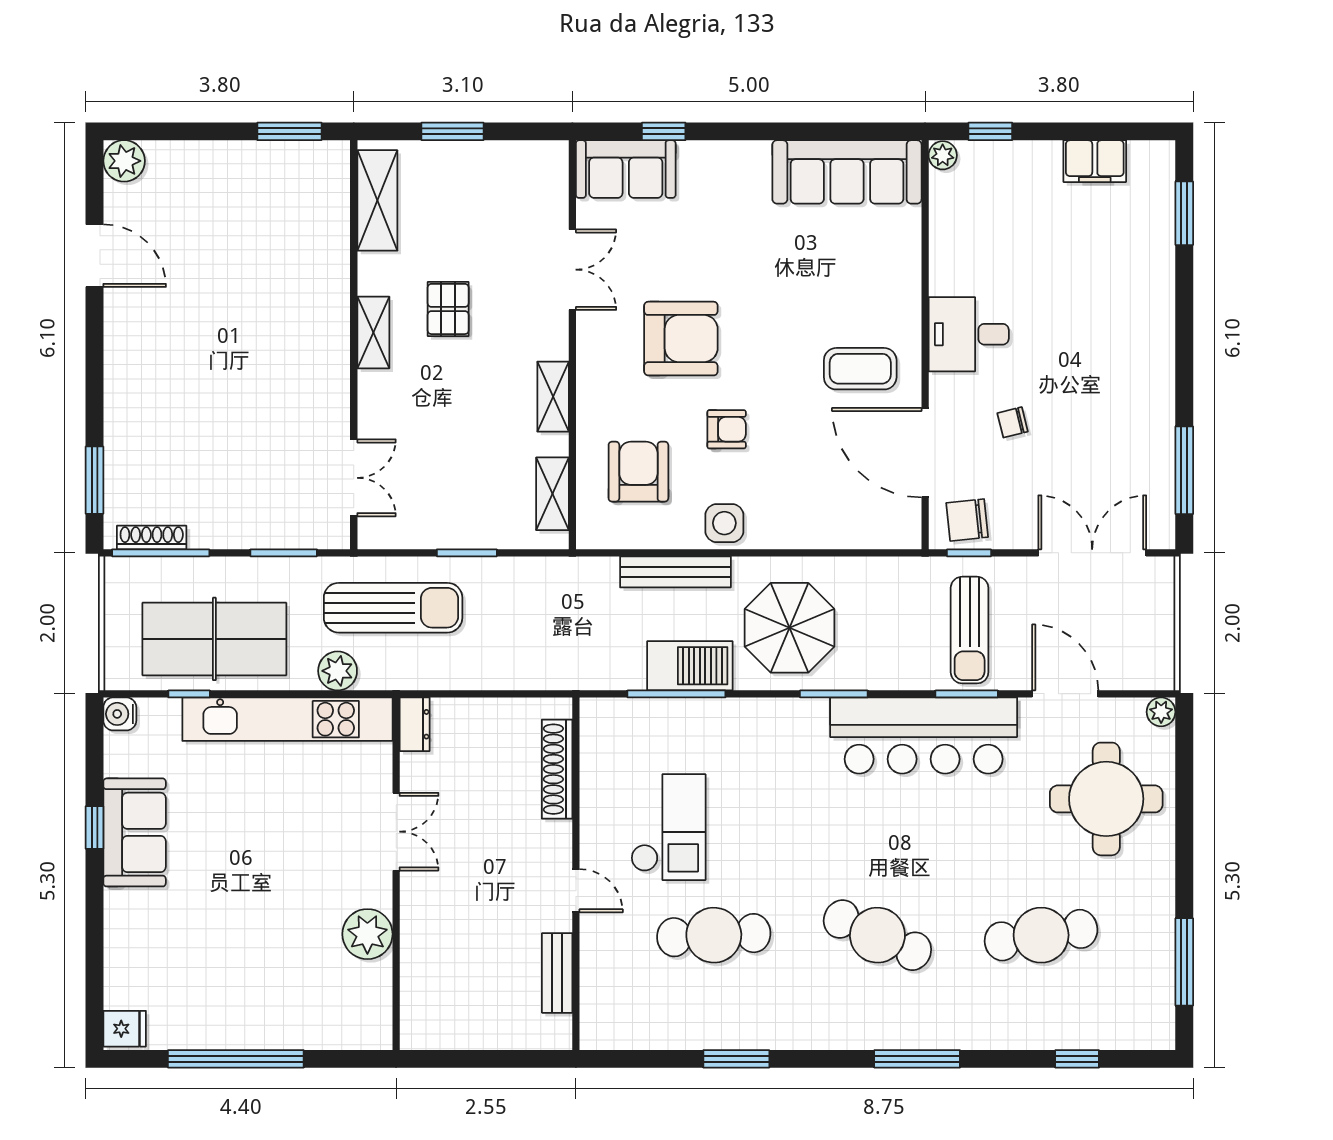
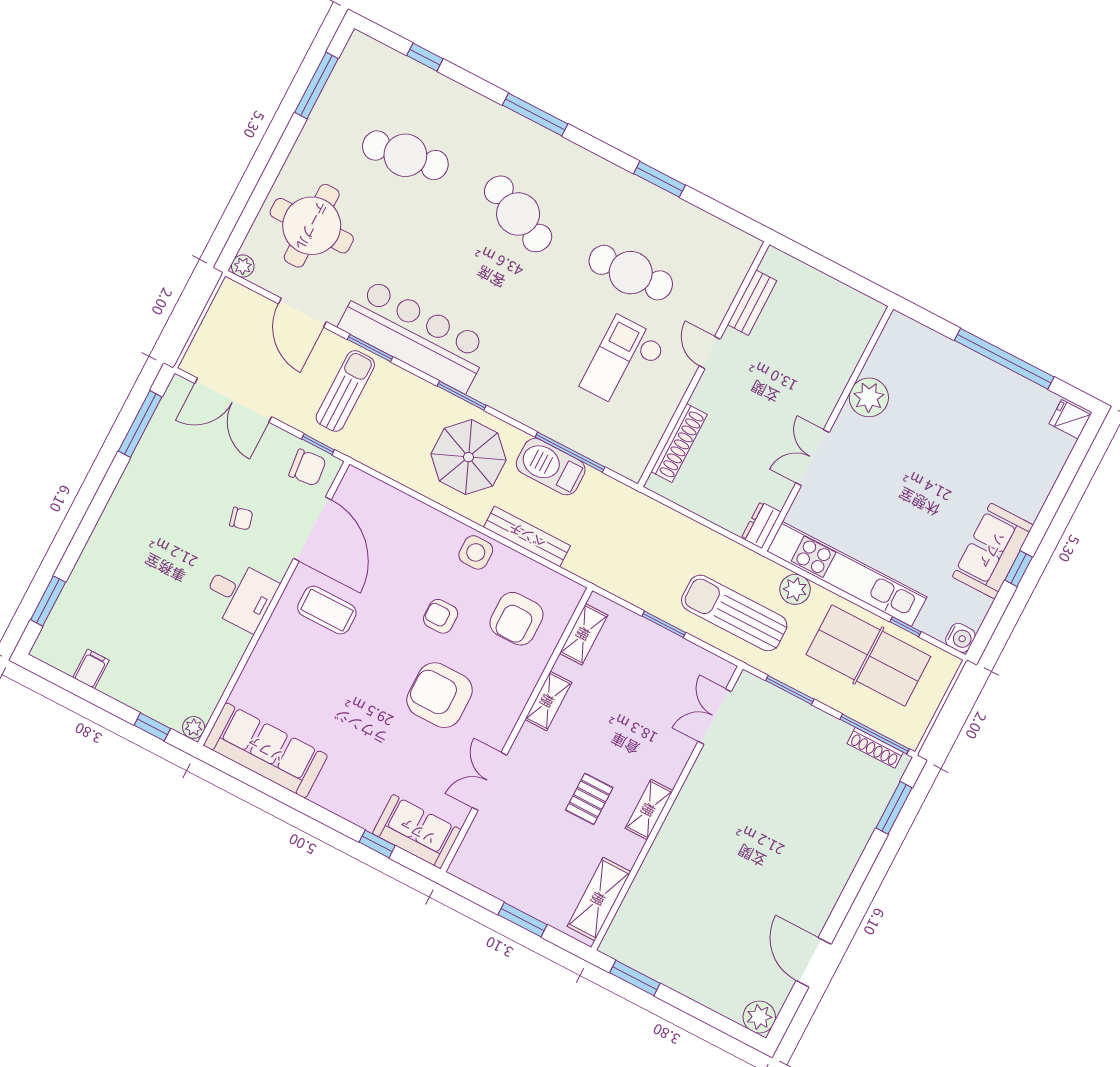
filing cabinet: (1095, 161) -> (91, 669), width x0.50

